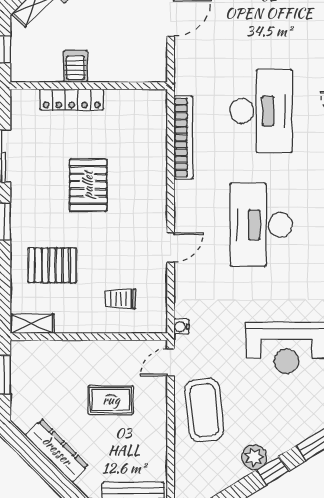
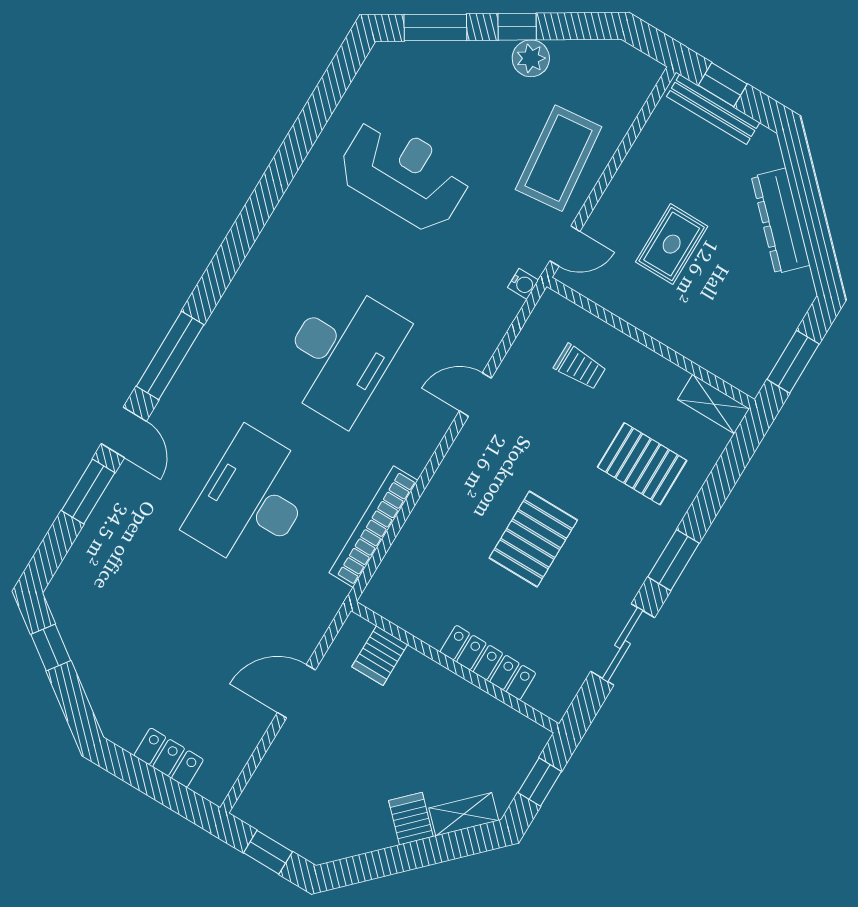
server rack: (75, 66) -> (380, 656), moved
rug: (111, 400) -> (672, 244), turned 90

